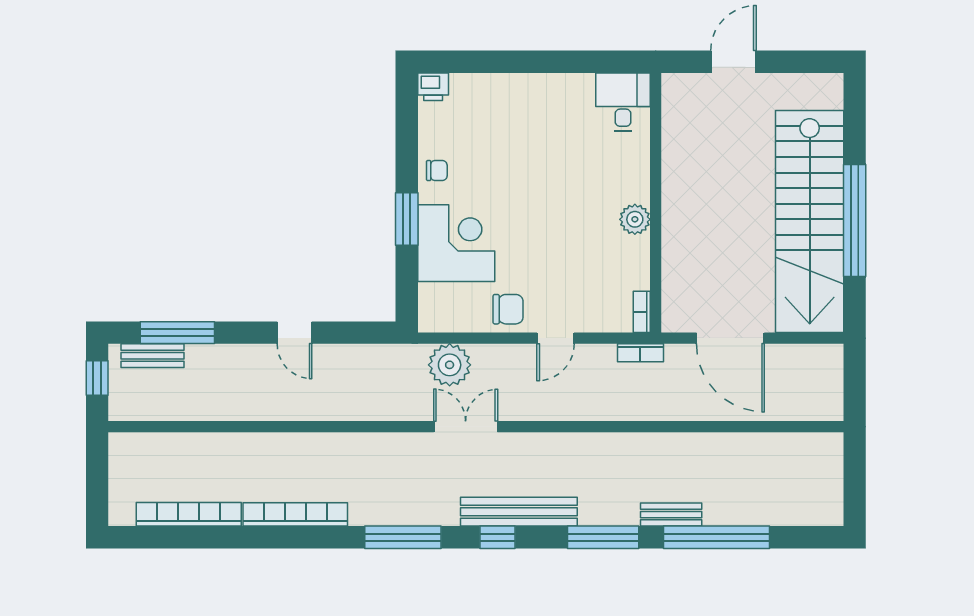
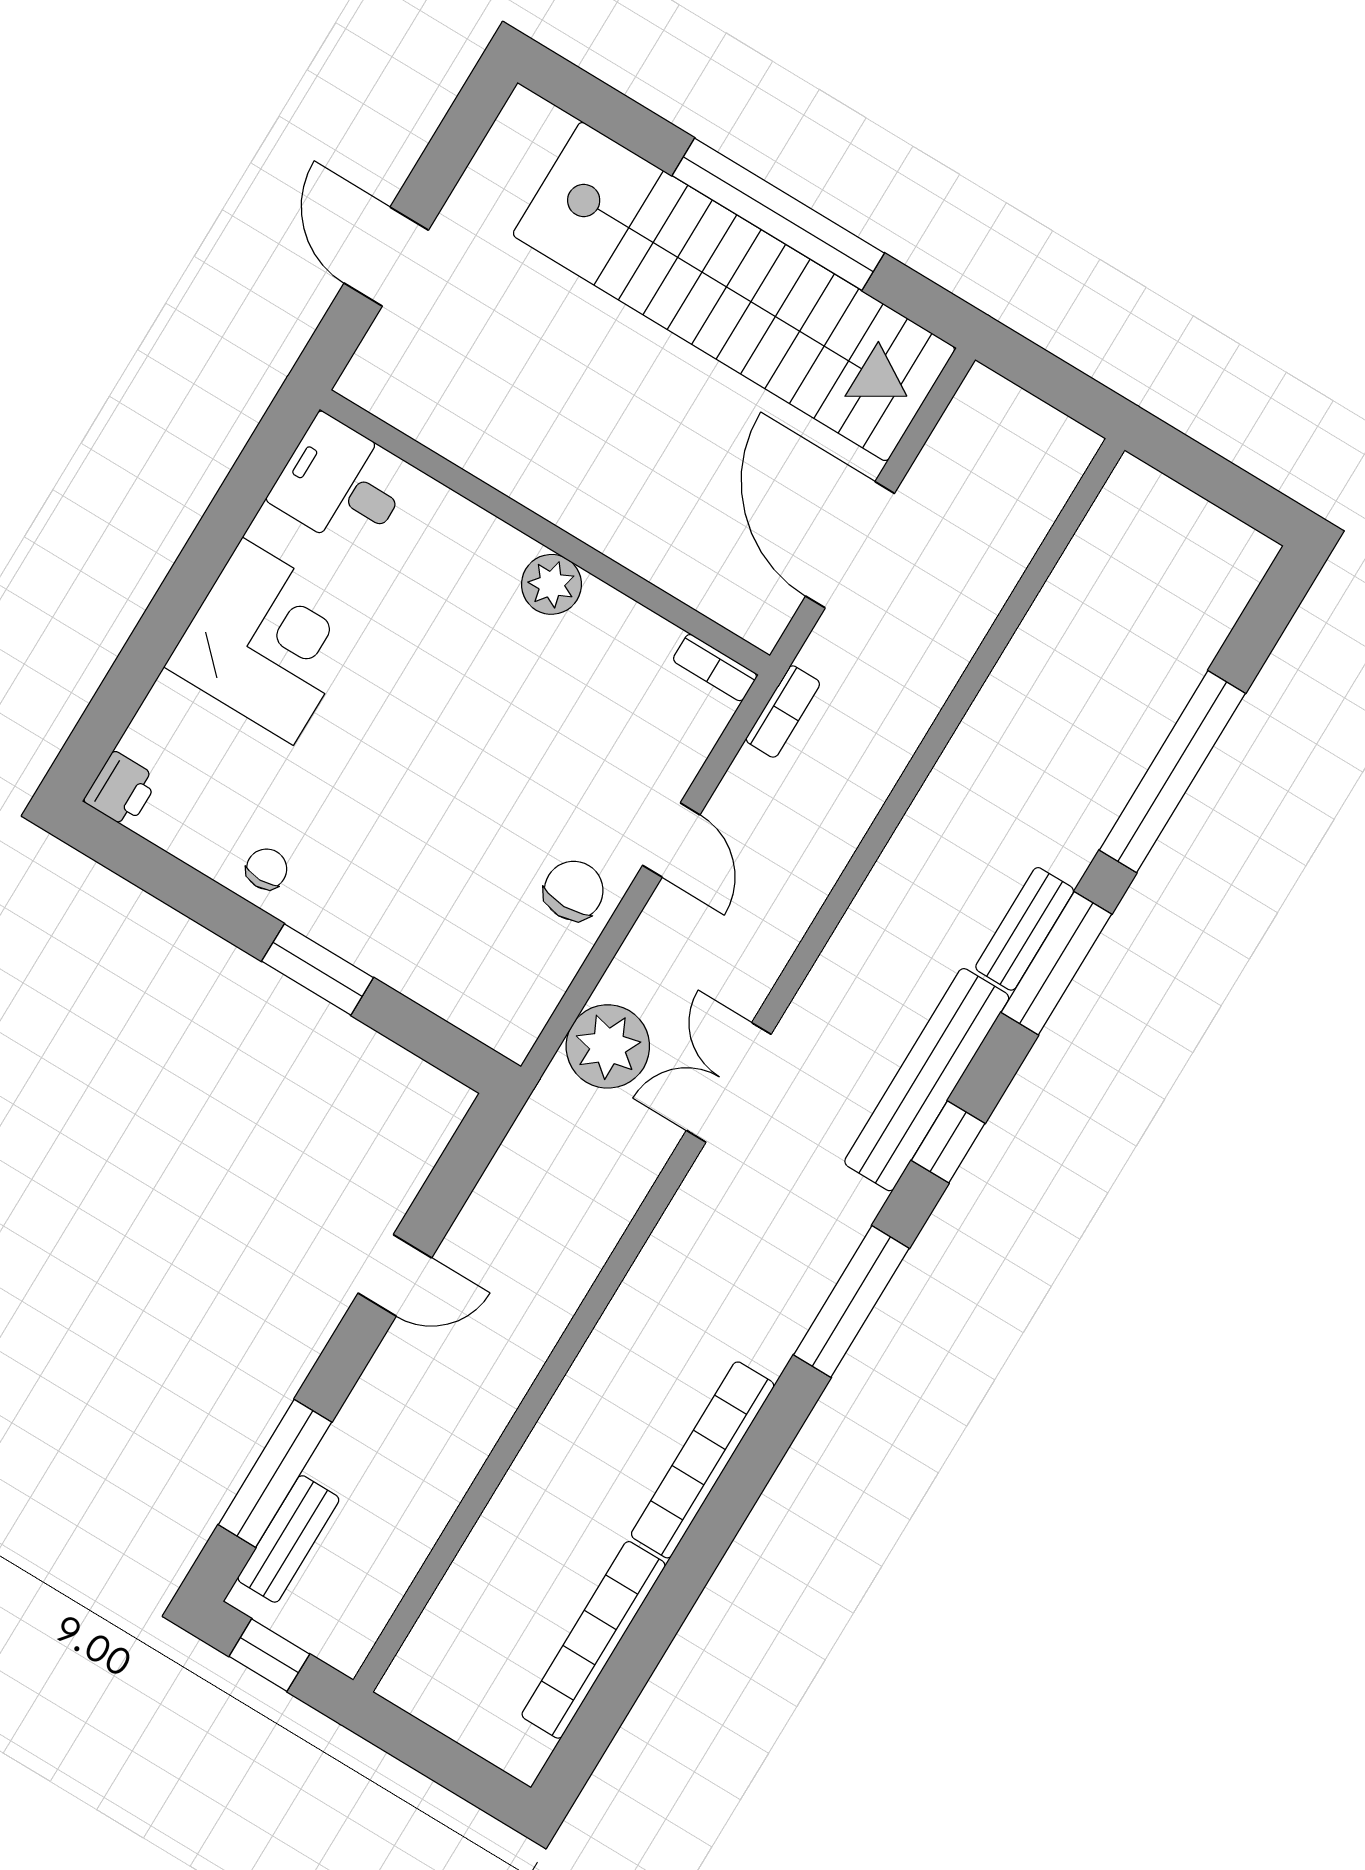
corner desk: (456, 243) -> (268, 641), moved, turned 90
door: (730, 338) -> (850, 545), swing flipped
bench: (671, 515) -> (1025, 929), moved

